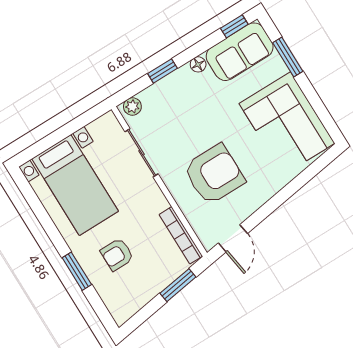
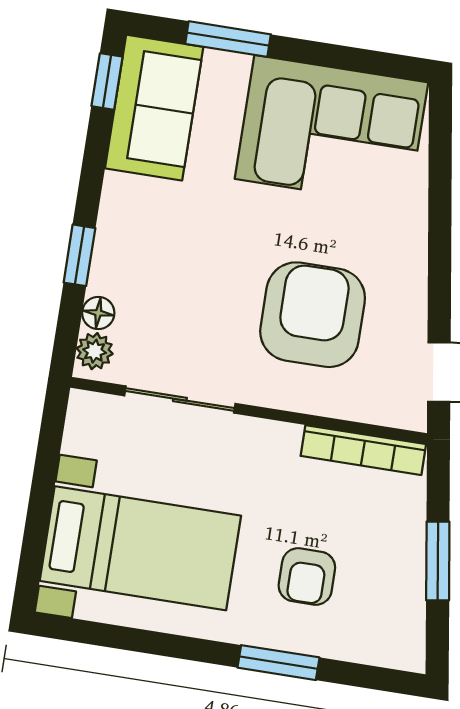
floor lamp: (198, 64) -> (98, 313), moved
window: (178, 285) -> (438, 561), moved

